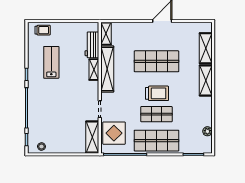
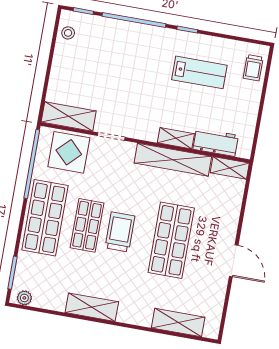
shelving: (206, 80) -> (92, 307), moved
trolley: (157, 93) -> (120, 232), turned 180
plant: (207, 131) -> (24, 298), moved

